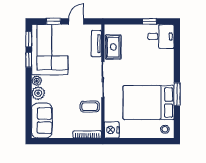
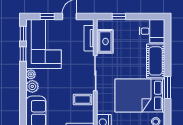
window: (149, 21) -> (119, 17), moved
cot: (165, 67) -> (156, 61), added

